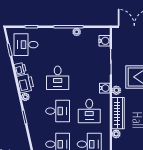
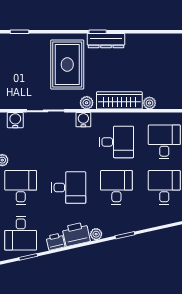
desk: (58, 45) -> (21, 188), added

